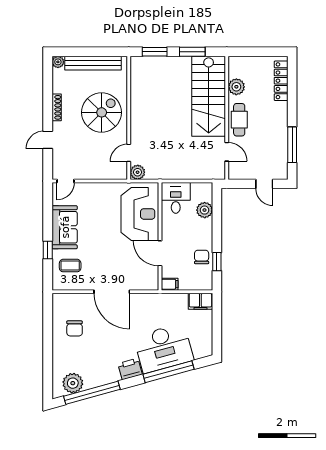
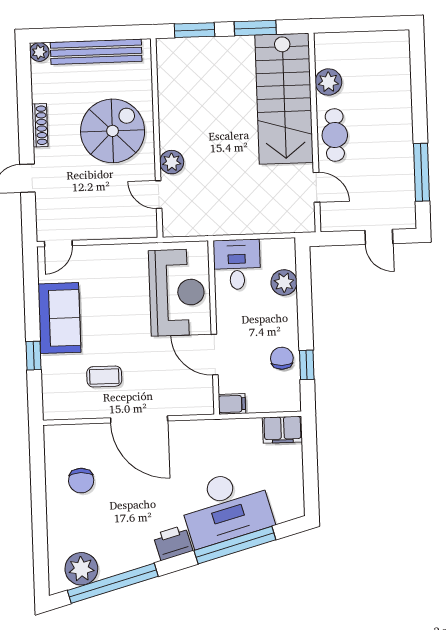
locker: (281, 81) -> (400, 70), removed
door: (129, 153) -> (159, 195), hinge flipped
plant: (138, 172) -> (172, 162), moved
coffee table: (70, 266) -> (104, 376), moved

